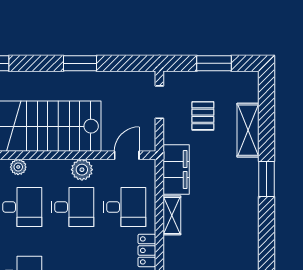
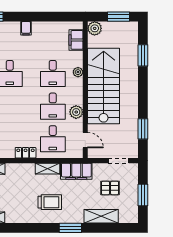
window: (80, 63) -> (143, 129), moved
trolley: (226, 212) -> (50, 202), added

